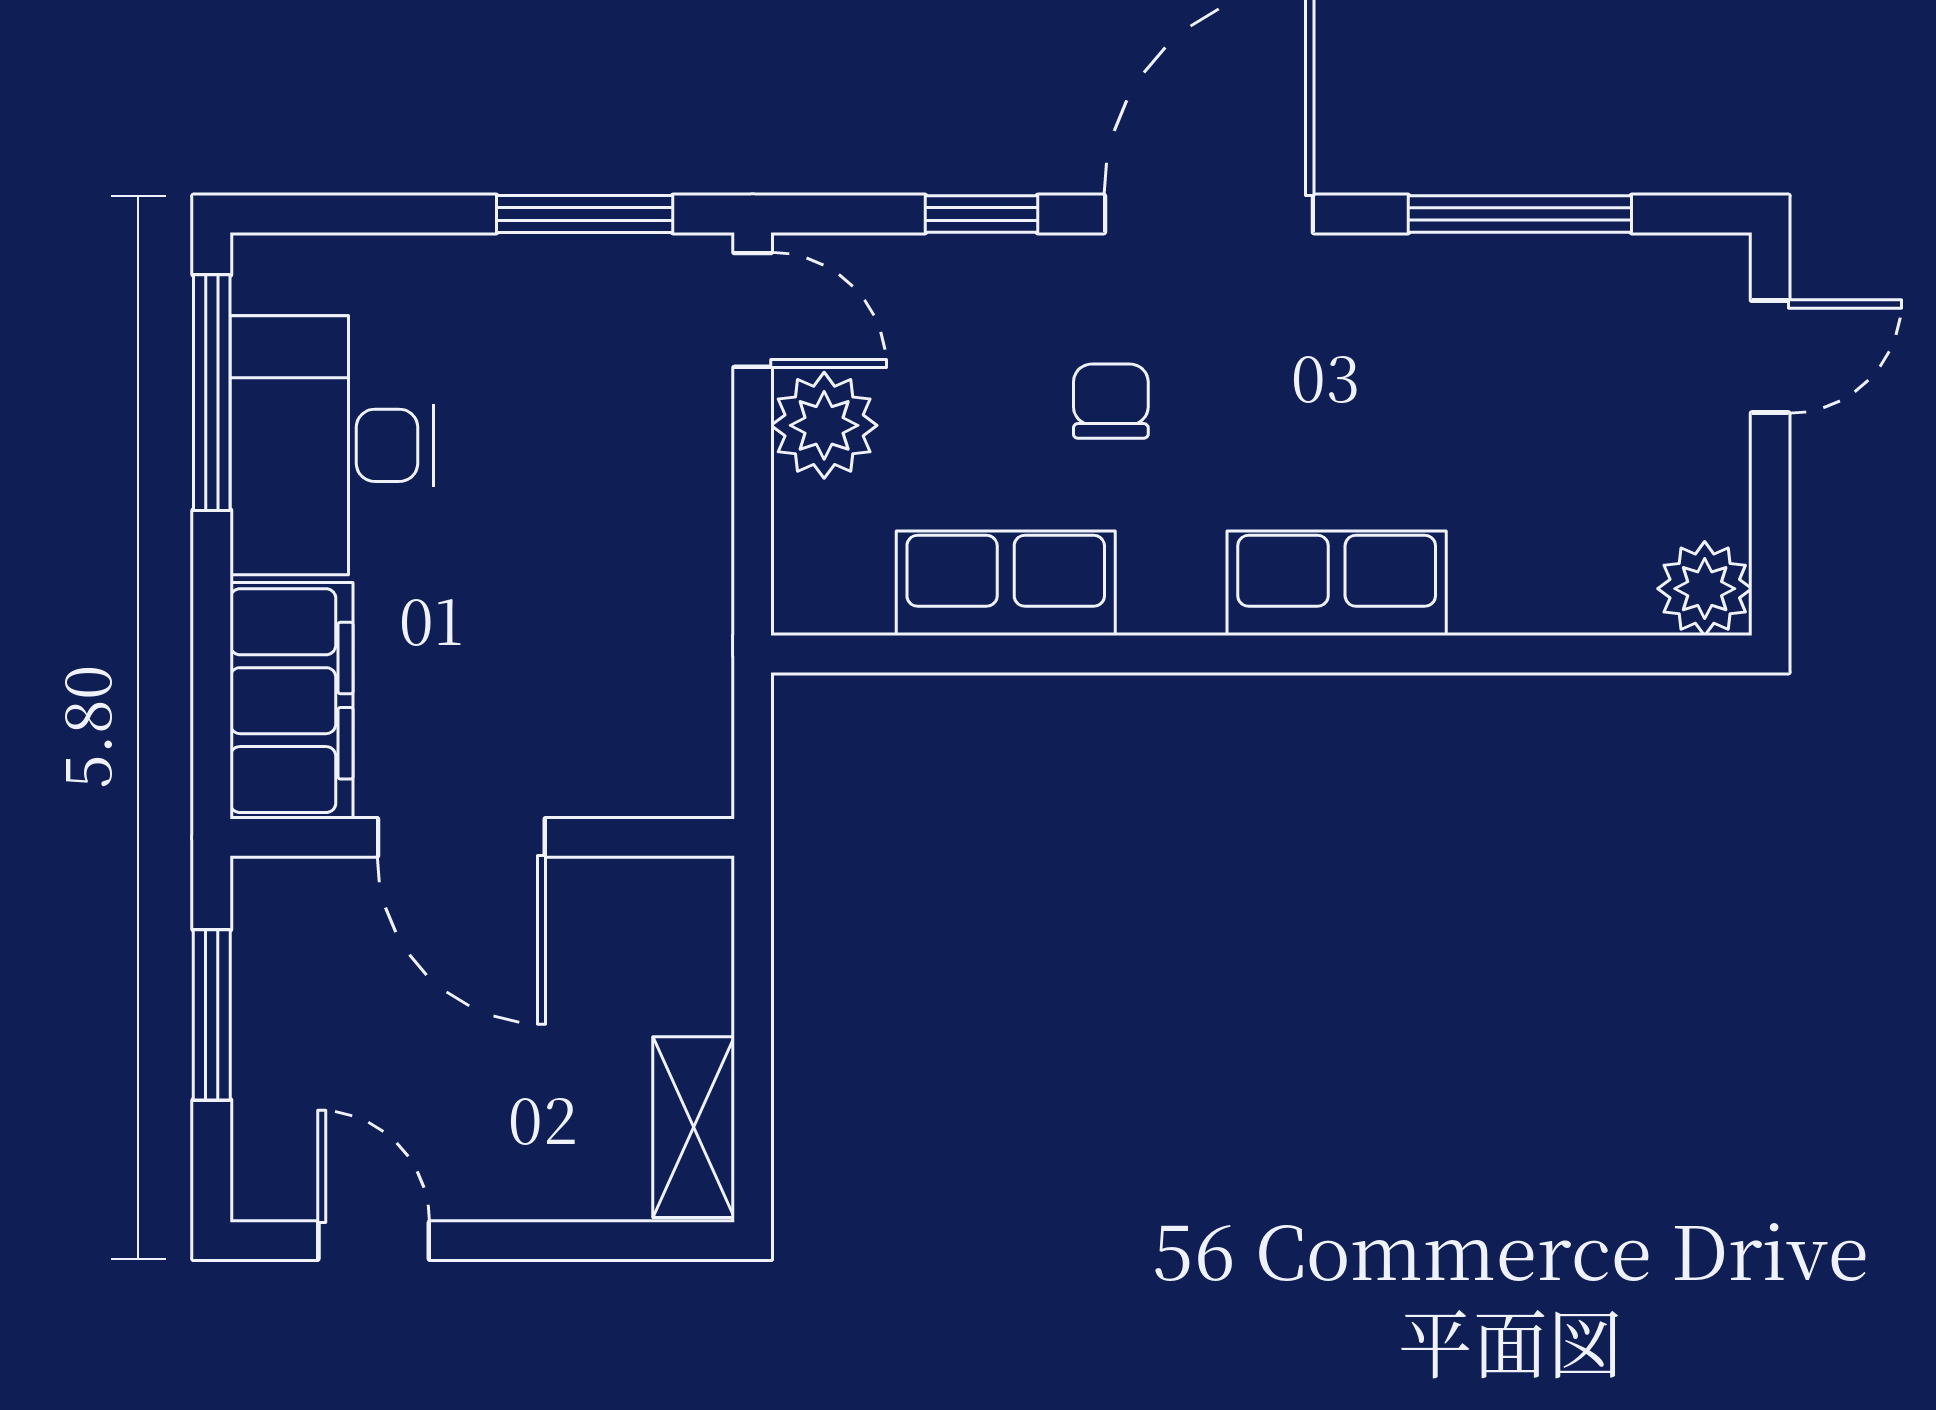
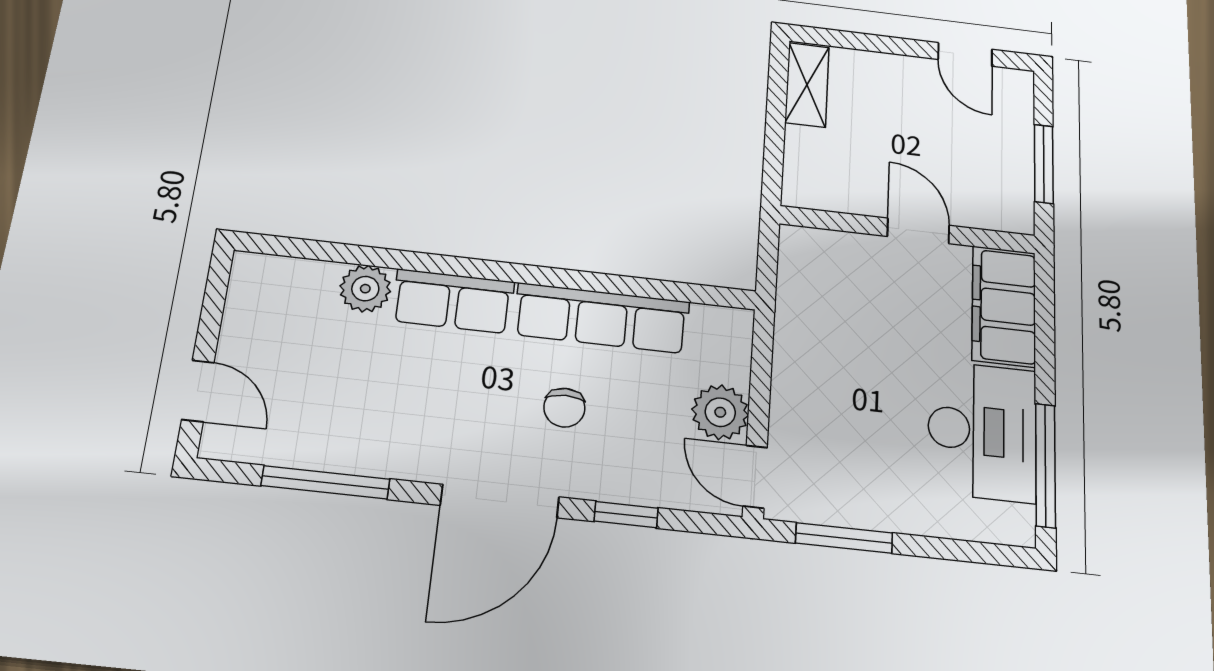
door: (1770, 357) -> (198, 391), swing flipped
row of seats: (1006, 583) -> (602, 318), width x1.48
plant: (1705, 589) -> (365, 289), moved
door: (461, 837) -> (918, 231), width x0.73

